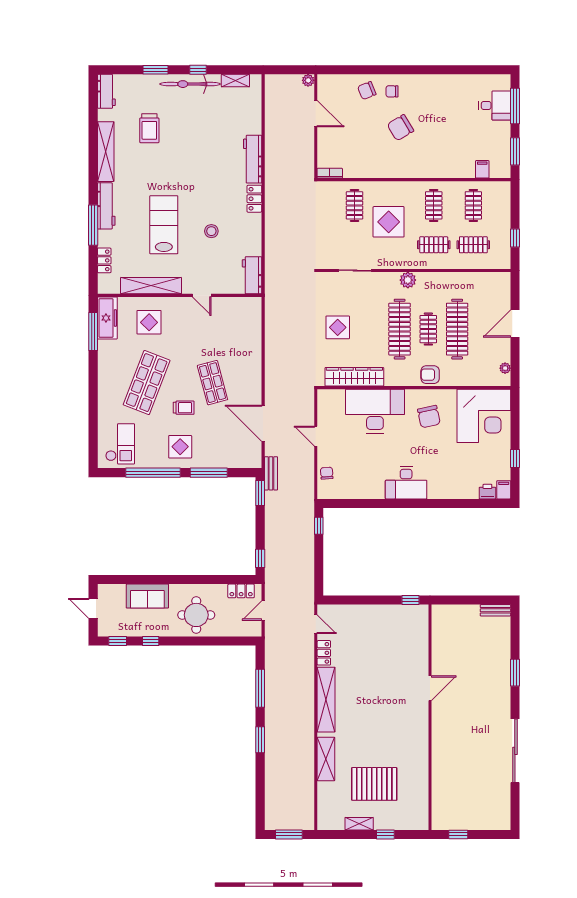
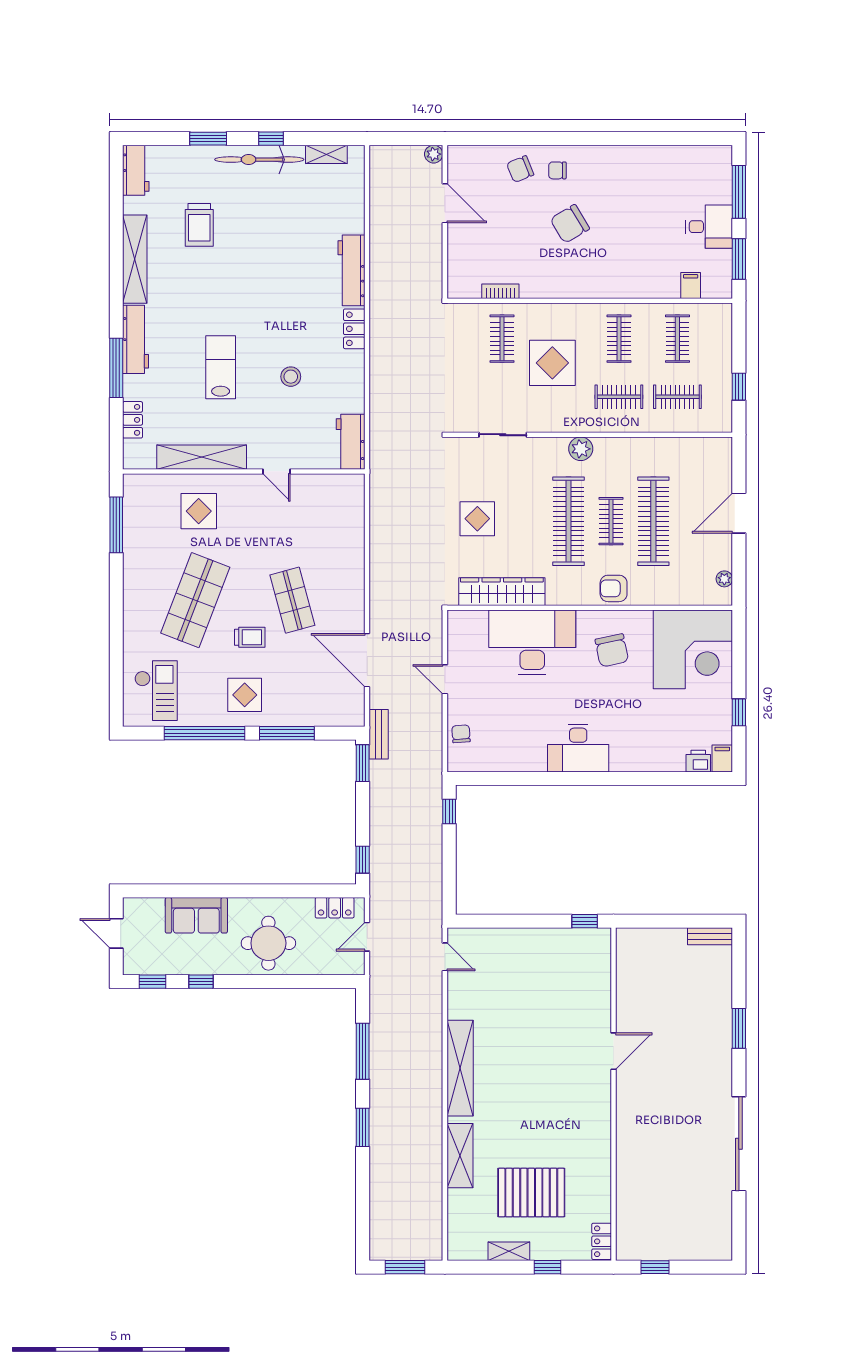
desk: (495, 105) -> (709, 227), moved
bookcase: (330, 173) -> (500, 291), moved
lab bench: (164, 225) -> (221, 367), width x0.73, depth x0.72
freezer: (107, 318) -> (137, 505), removed
locker: (324, 653) -> (602, 1241), moved, turned 180

